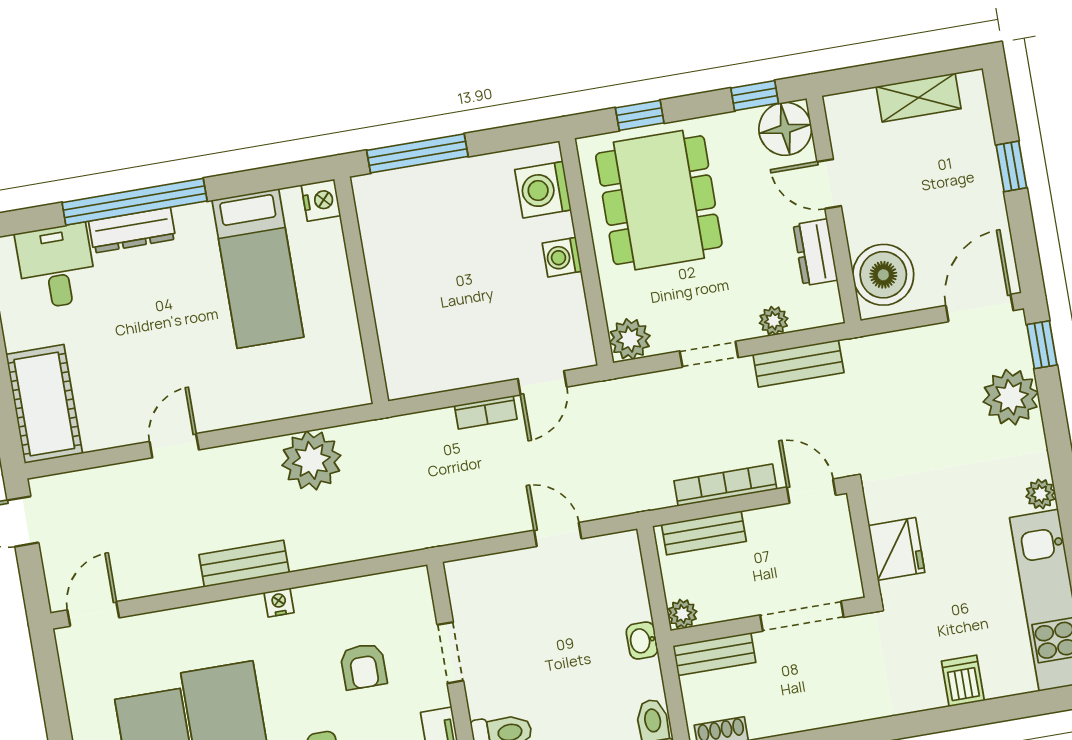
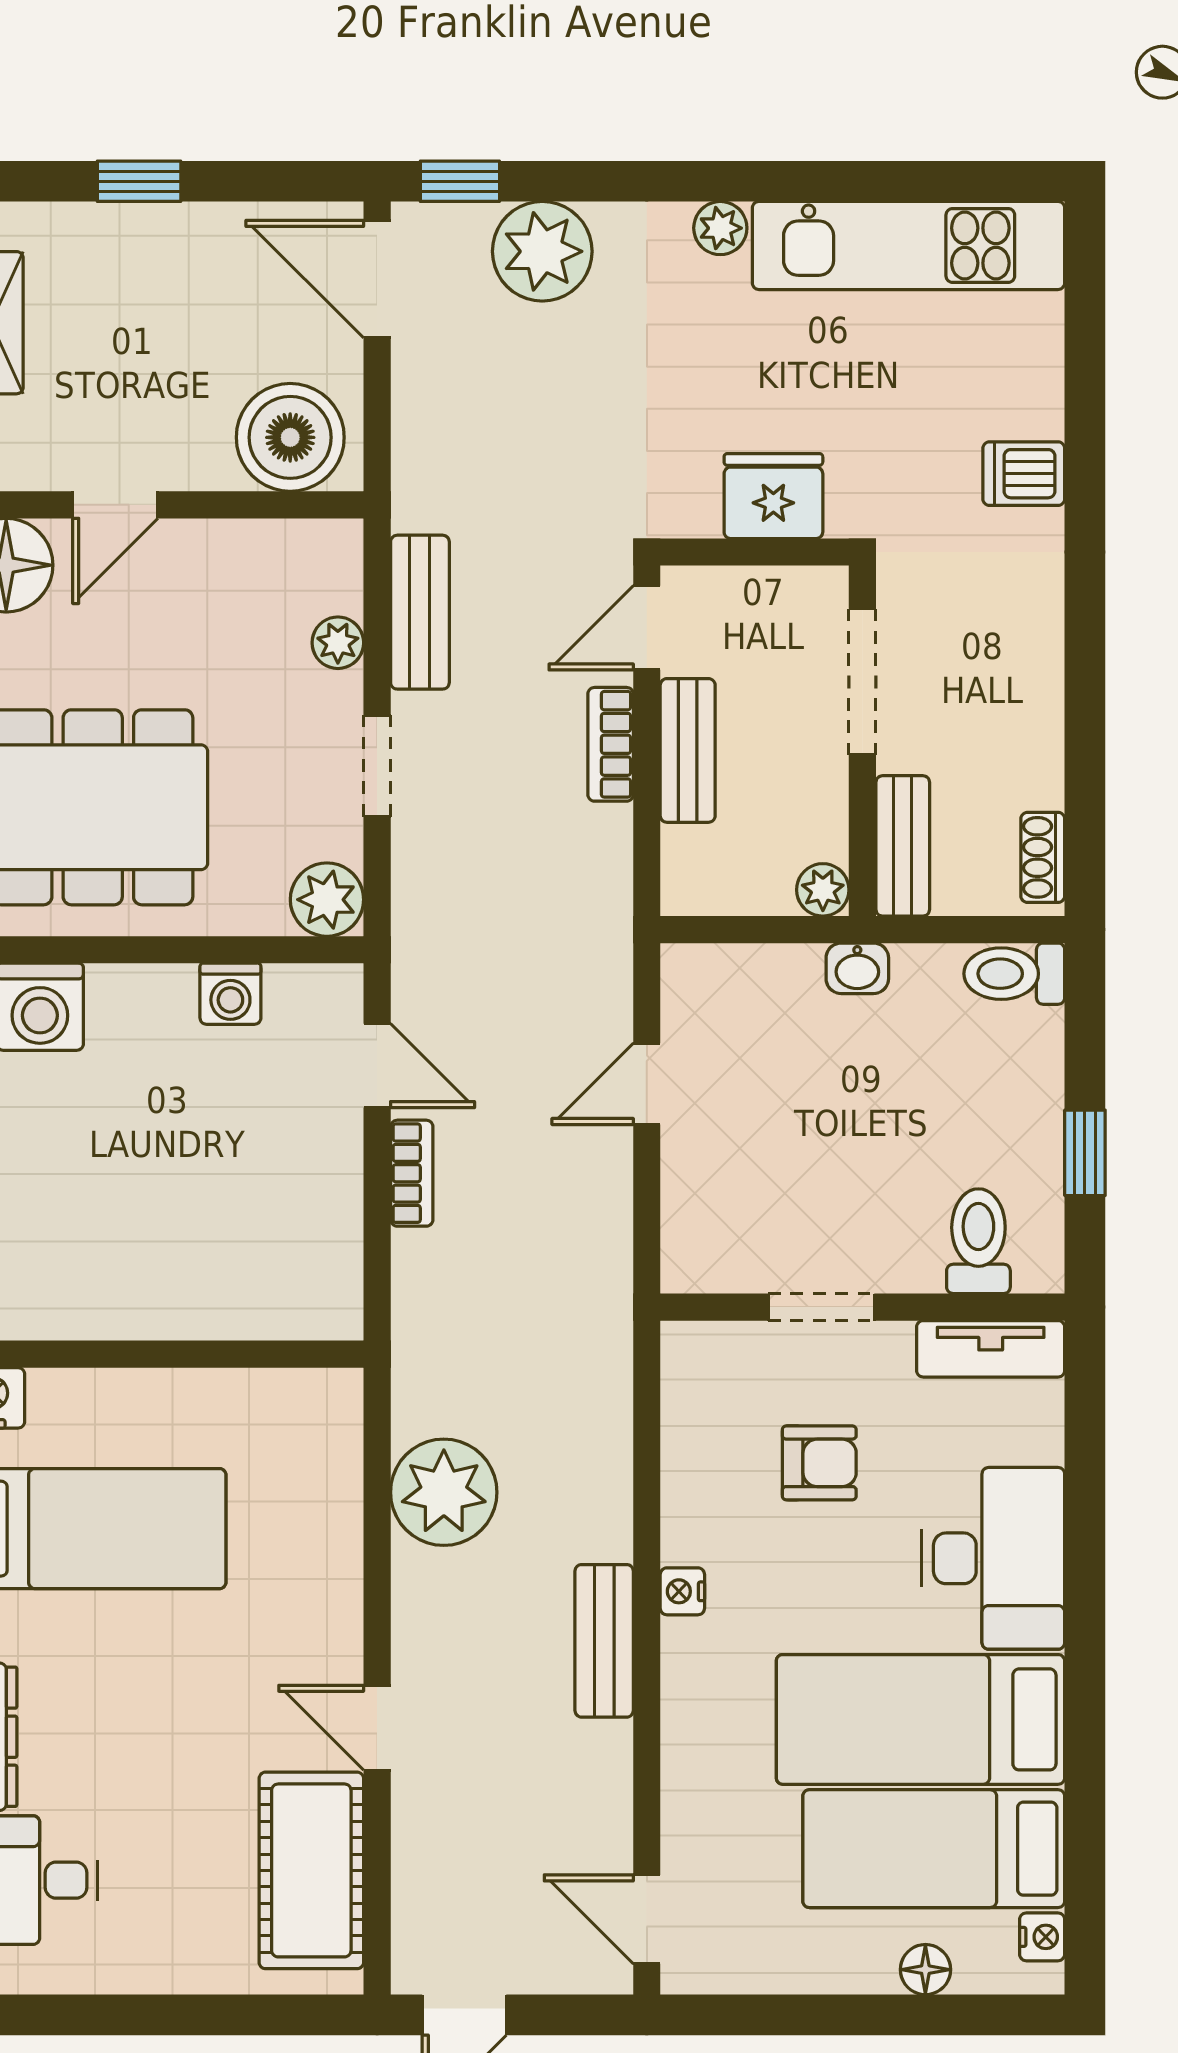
dresser: (815, 252) -> (231, 549), removed
washing machine: (562, 257) -> (230, 994), moved
cot: (44, 404) -> (311, 1870), moved, turned 90
bookcase: (725, 485) -> (611, 744), width x0.64
bench: (704, 533) -> (688, 750), moved
dishwasher: (963, 681) -> (1024, 474), moved

